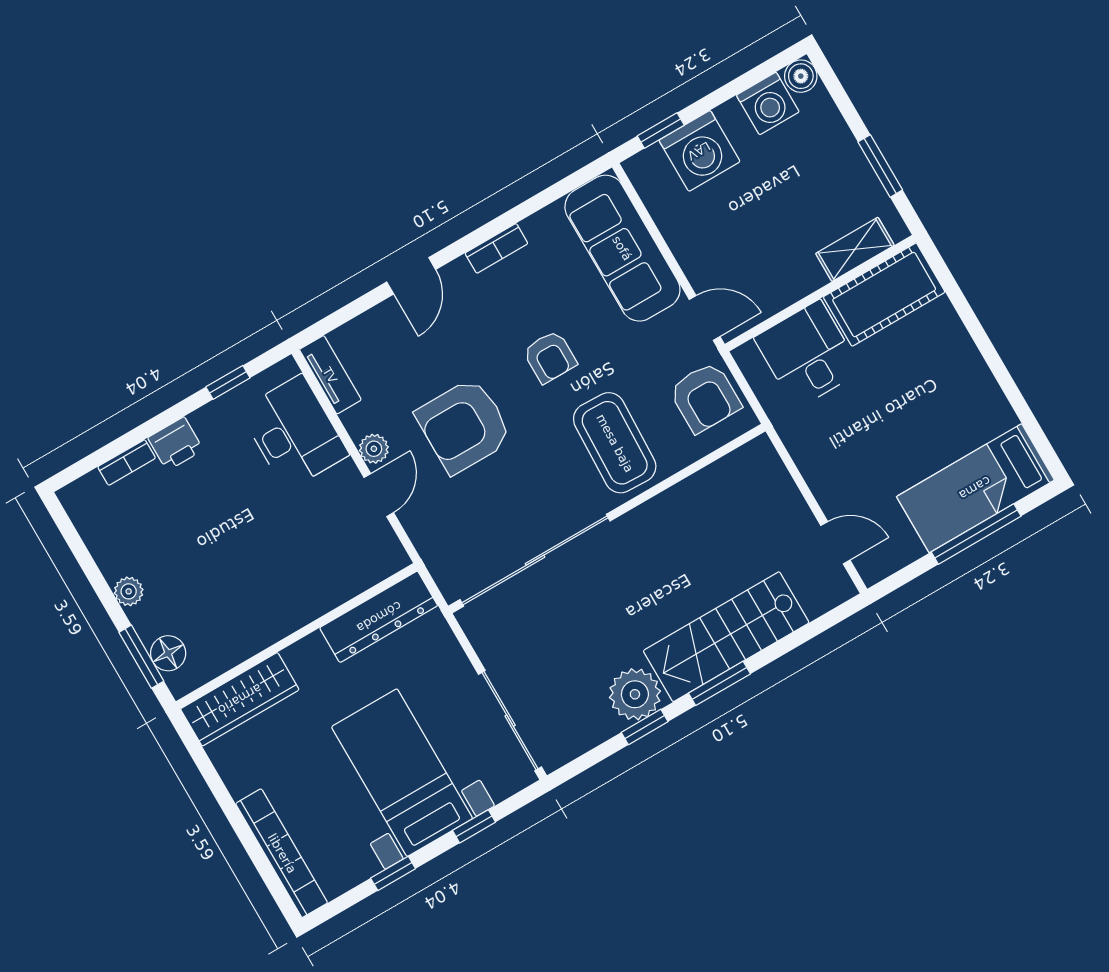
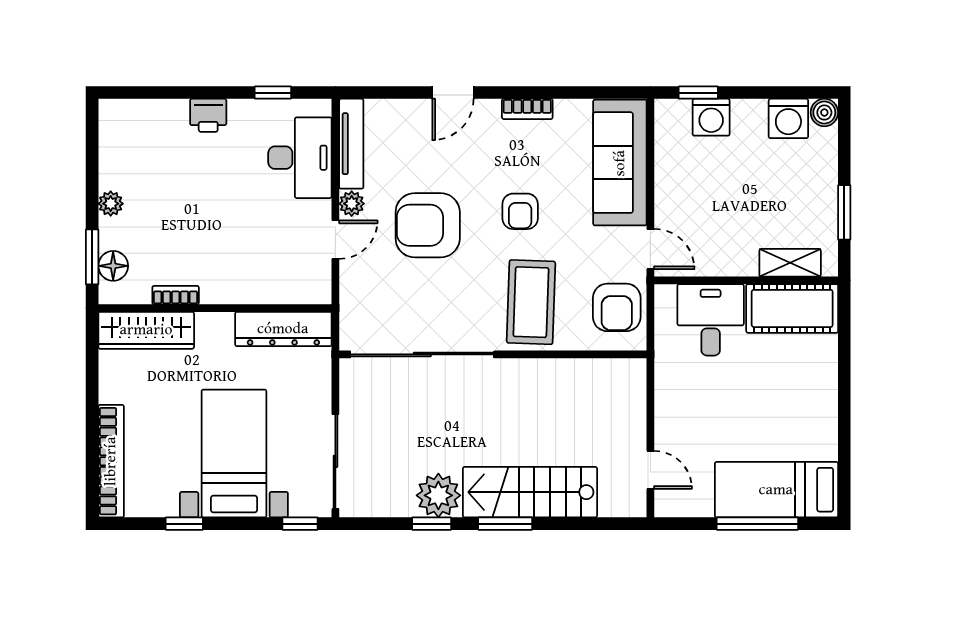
washing machine: (699, 151) -> (711, 117), width x0.73, depth x0.73
tv unit: (330, 375) -> (351, 144), width x1.41
bookcase: (127, 462) -> (176, 295), moved, turned 180
window: (474, 826) -> (300, 524), moved

